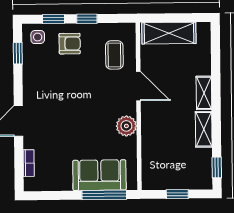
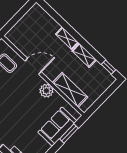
shelving: (169, 33) -> (70, 90), moved, turned 90
window: (177, 194) -> (103, 98), removed
window: (104, 195) -> (69, 134), width x0.69

